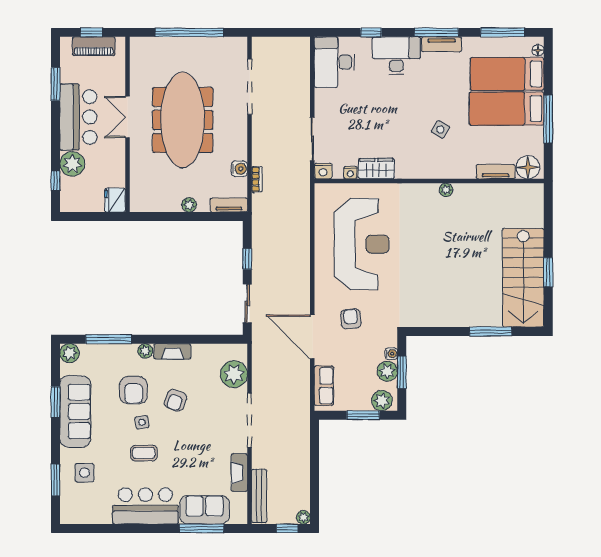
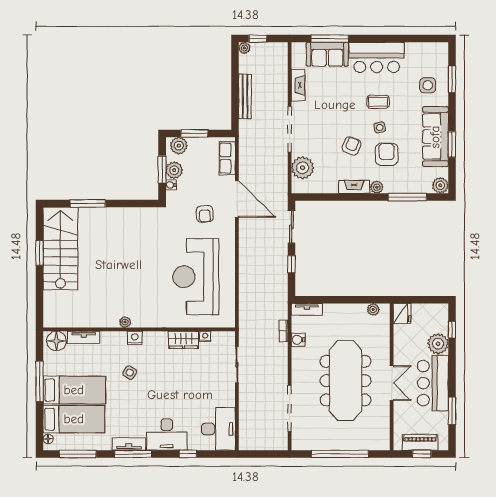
nightstand: (323, 171) -> (135, 338), moved
plant: (189, 205) -> (373, 310), moved
bench: (259, 496) -> (245, 96), moved

